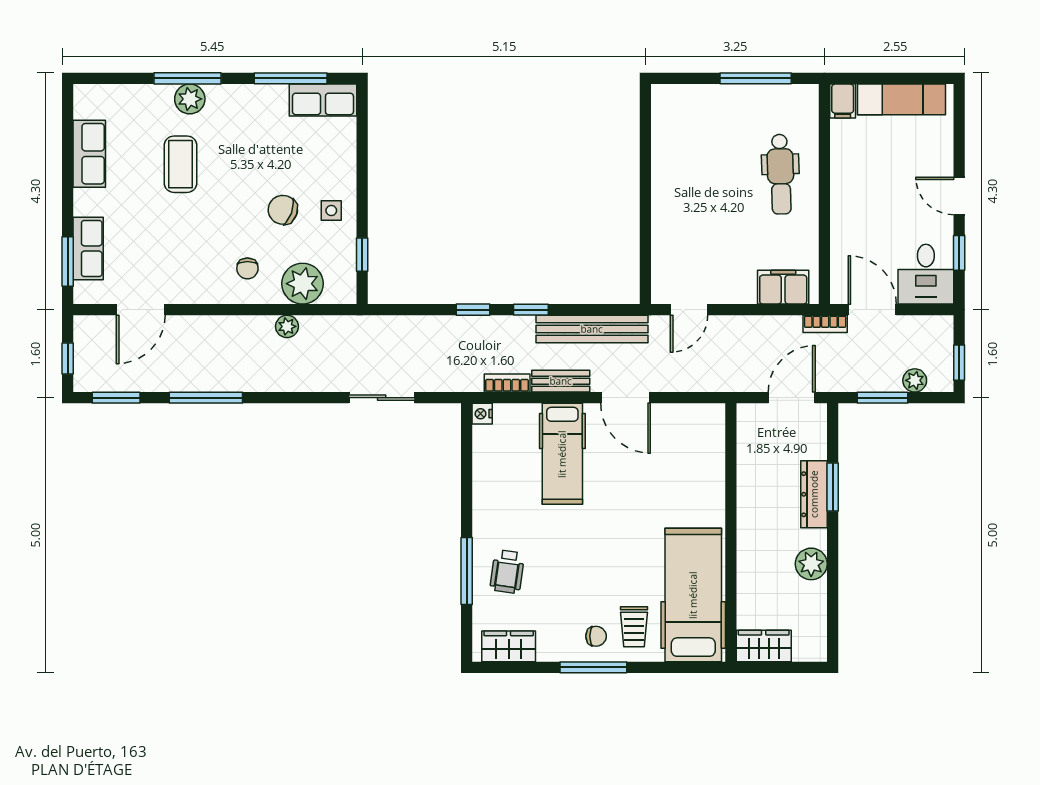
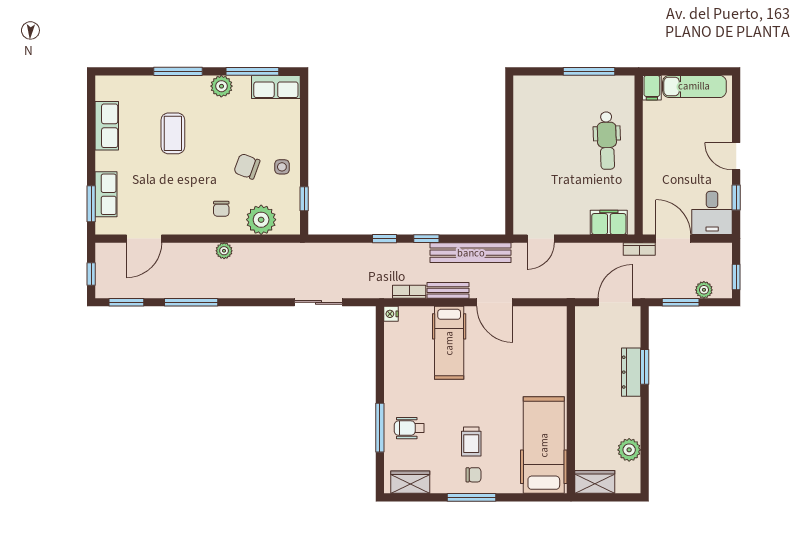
plant: (190, 99) -> (221, 86), moved
plant: (287, 326) -> (224, 251), moved
plant: (811, 564) -> (629, 450), moved
wheelchair: (507, 572) -> (409, 428), turned 82
trolley: (634, 627) -> (471, 442), moved

